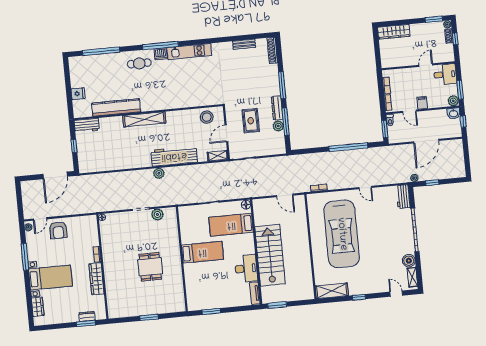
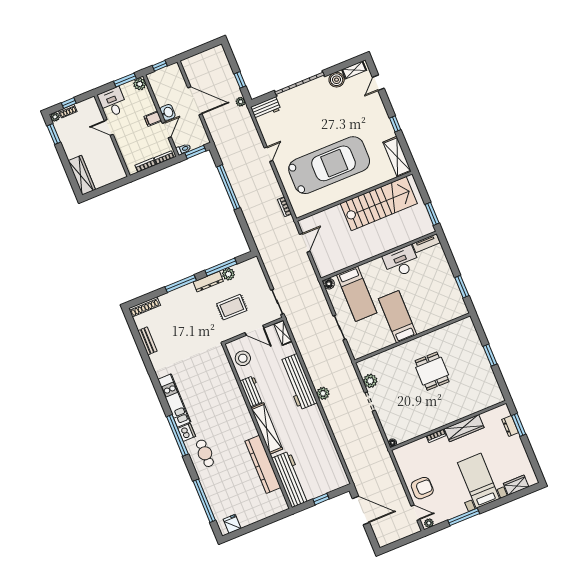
fridge: (78, 94) -> (232, 524), moved
washbasin: (454, 113) -> (168, 112), moved
workbench: (178, 116) -> (252, 391), added
workbench: (87, 125) -> (291, 479), width x1.88, depth x1.32
stairs: (270, 255) -> (379, 204), moved, turned 180
dining table: (150, 267) -> (432, 371), turned 90

